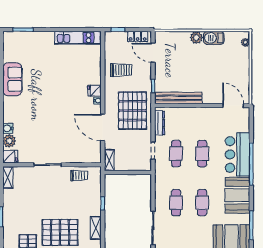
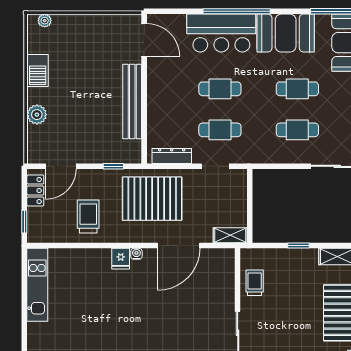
plant: (196, 37) -> (37, 115), moved
bench: (178, 98) -> (132, 101), moved
door: (233, 106) -> (144, 40), swing flipped

